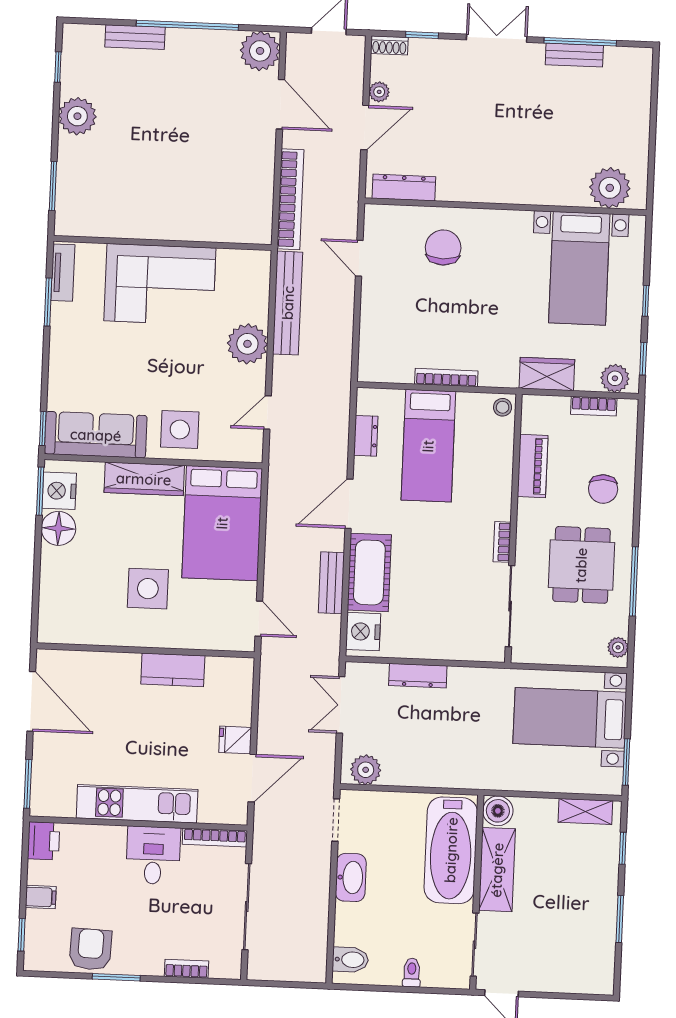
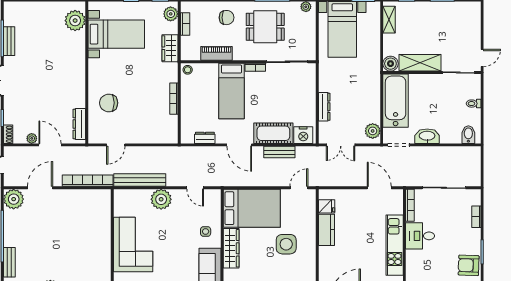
side table: (180, 430) -> (206, 231), width x0.54, depth x0.54
bed: (428, 446) -> (231, 91), moved, turned 90
fridge: (235, 740) -> (327, 206), moved, turned -90
bathtub: (451, 850) -> (396, 101), moved, turned -90

